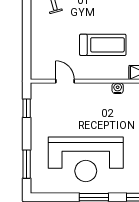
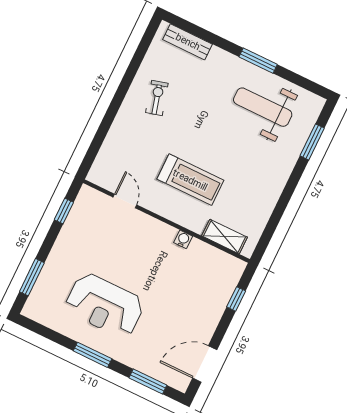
reception desk: (86, 159) -> (105, 305), width x0.74, depth x0.77

